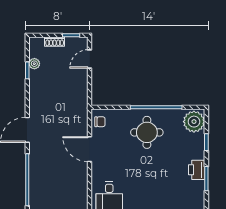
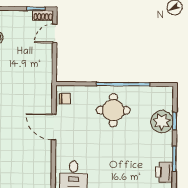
shoe rack: (55, 42) -> (43, 16), moved
plant: (194, 122) -> (162, 122), moved
printer: (197, 170) -> (164, 172), moved

